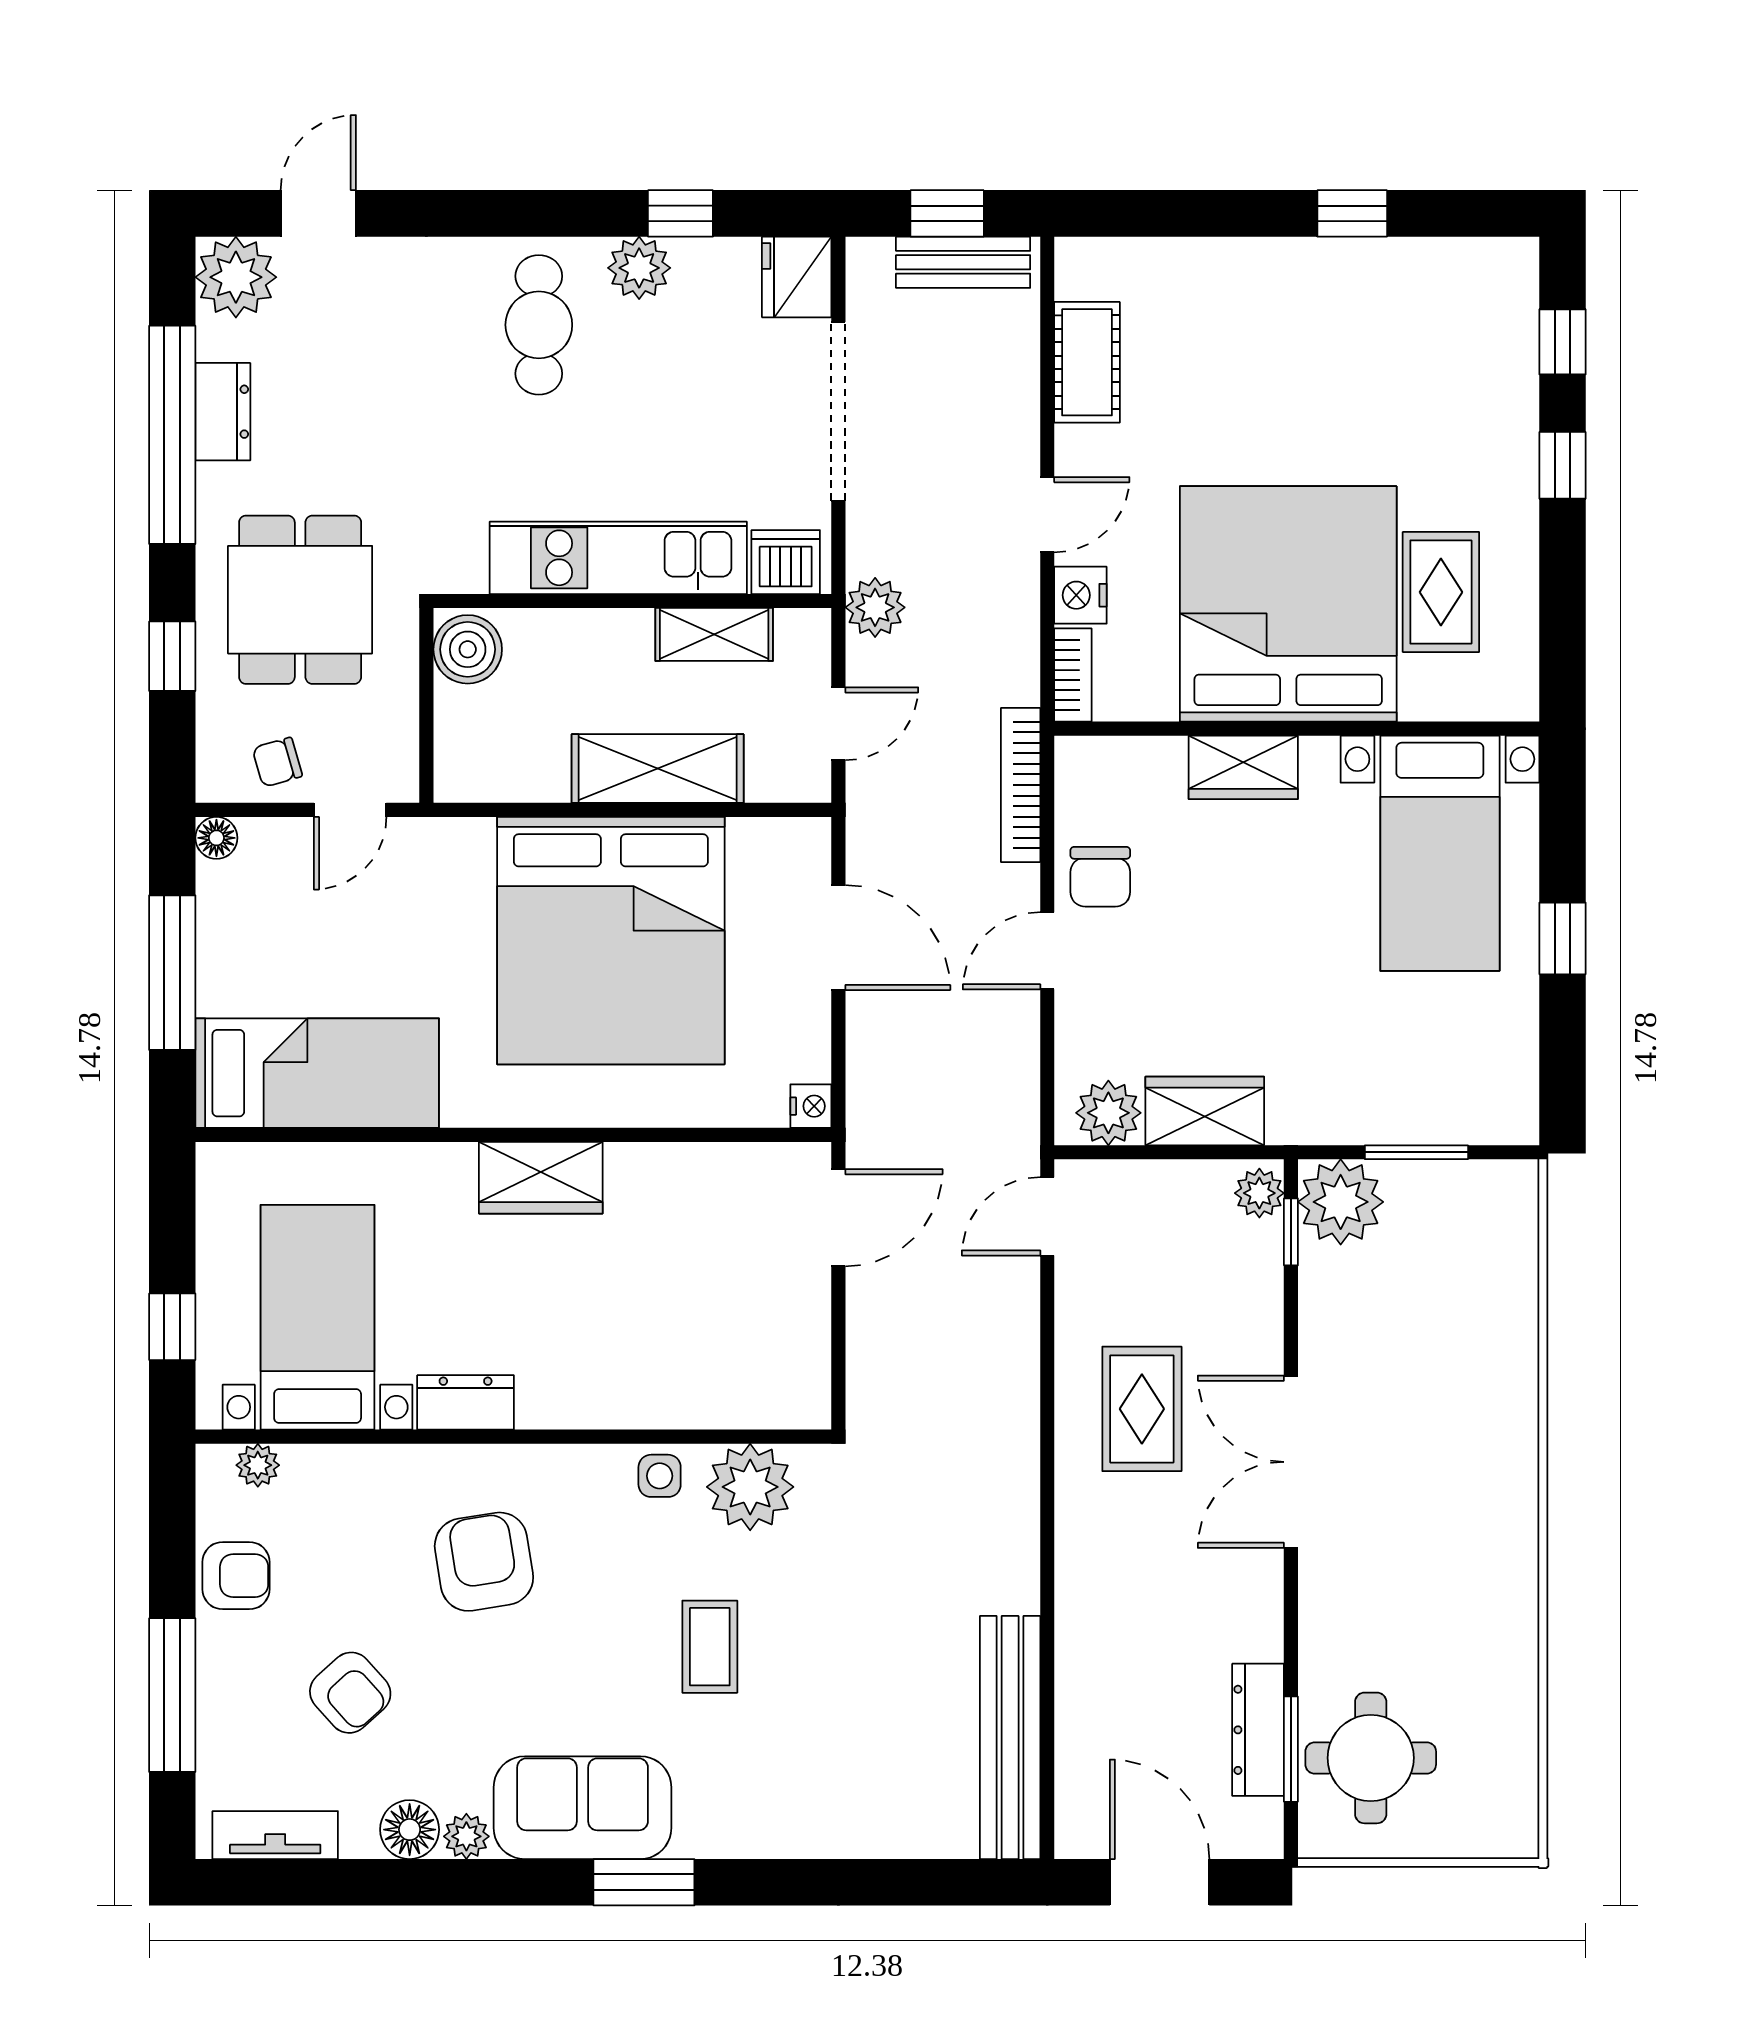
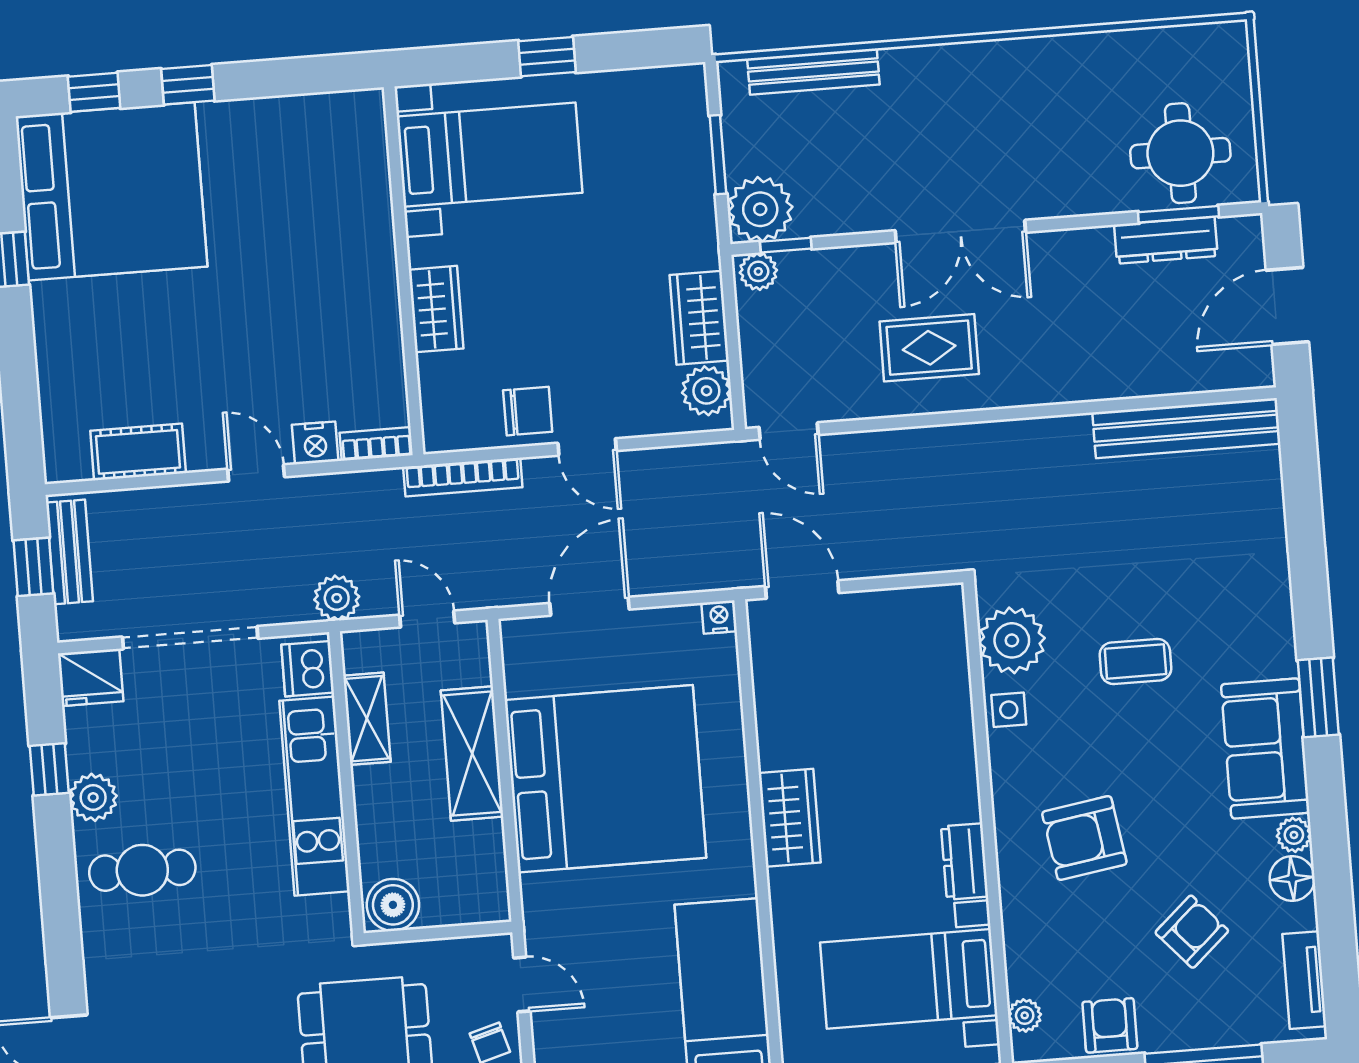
rug: (1441, 592) -> (291, 170), removed
bed: (1288, 604) -> (111, 191), moved, turned 180
bench: (1515, 1286) -> (813, 72), added

